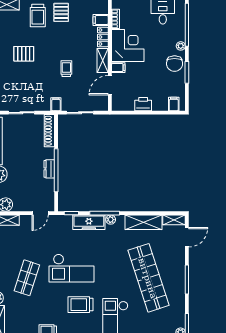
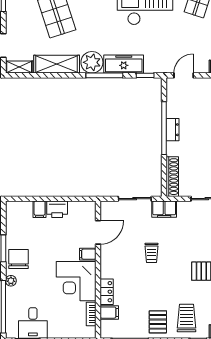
shelving: (103, 60) -> (107, 263), removed
filing cabinet: (56, 104) -> (164, 209), width x2.00
filing cabinet: (174, 104) -> (40, 209), moved
plant: (111, 220) -> (92, 62), width x1.87, depth x1.87

